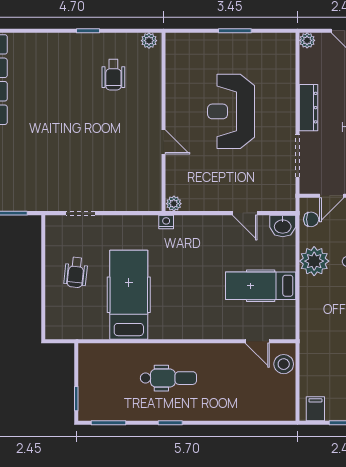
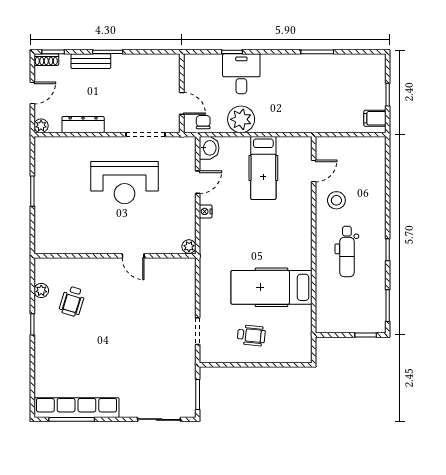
plant: (149, 41) -> (41, 291), moved
wheelchair: (113, 75) -> (72, 301), turned 107
dresser: (308, 108) -> (83, 125), moved
reception desk: (231, 111) -> (125, 183), moved
door: (164, 142) -> (133, 256), swing flipped
nightstand: (166, 222) -> (206, 211), moved
stool: (284, 364) -> (336, 200), moved
dental chair: (168, 378) -> (347, 251), turned 180

